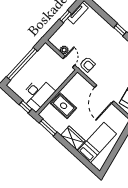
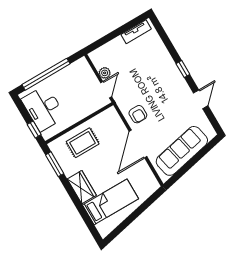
window: (65, 17) -> (119, 31), removed
armchair: (87, 65) -> (138, 114), moved
desk: (37, 94) -> (43, 108), moved, turned 90
rug: (64, 106) -> (83, 143), turned 90

